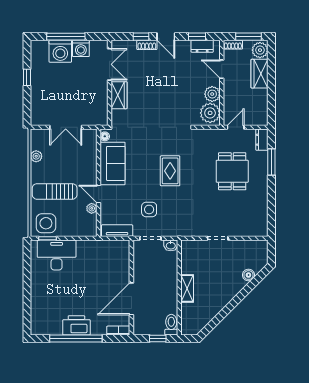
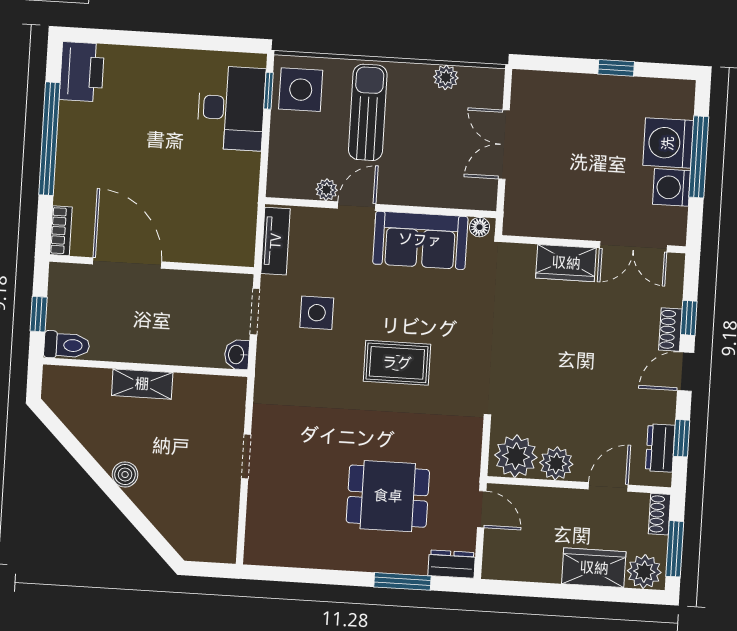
boiler: (248, 275) -> (125, 474), moved
printer: (76, 325) -> (82, 72), moved

